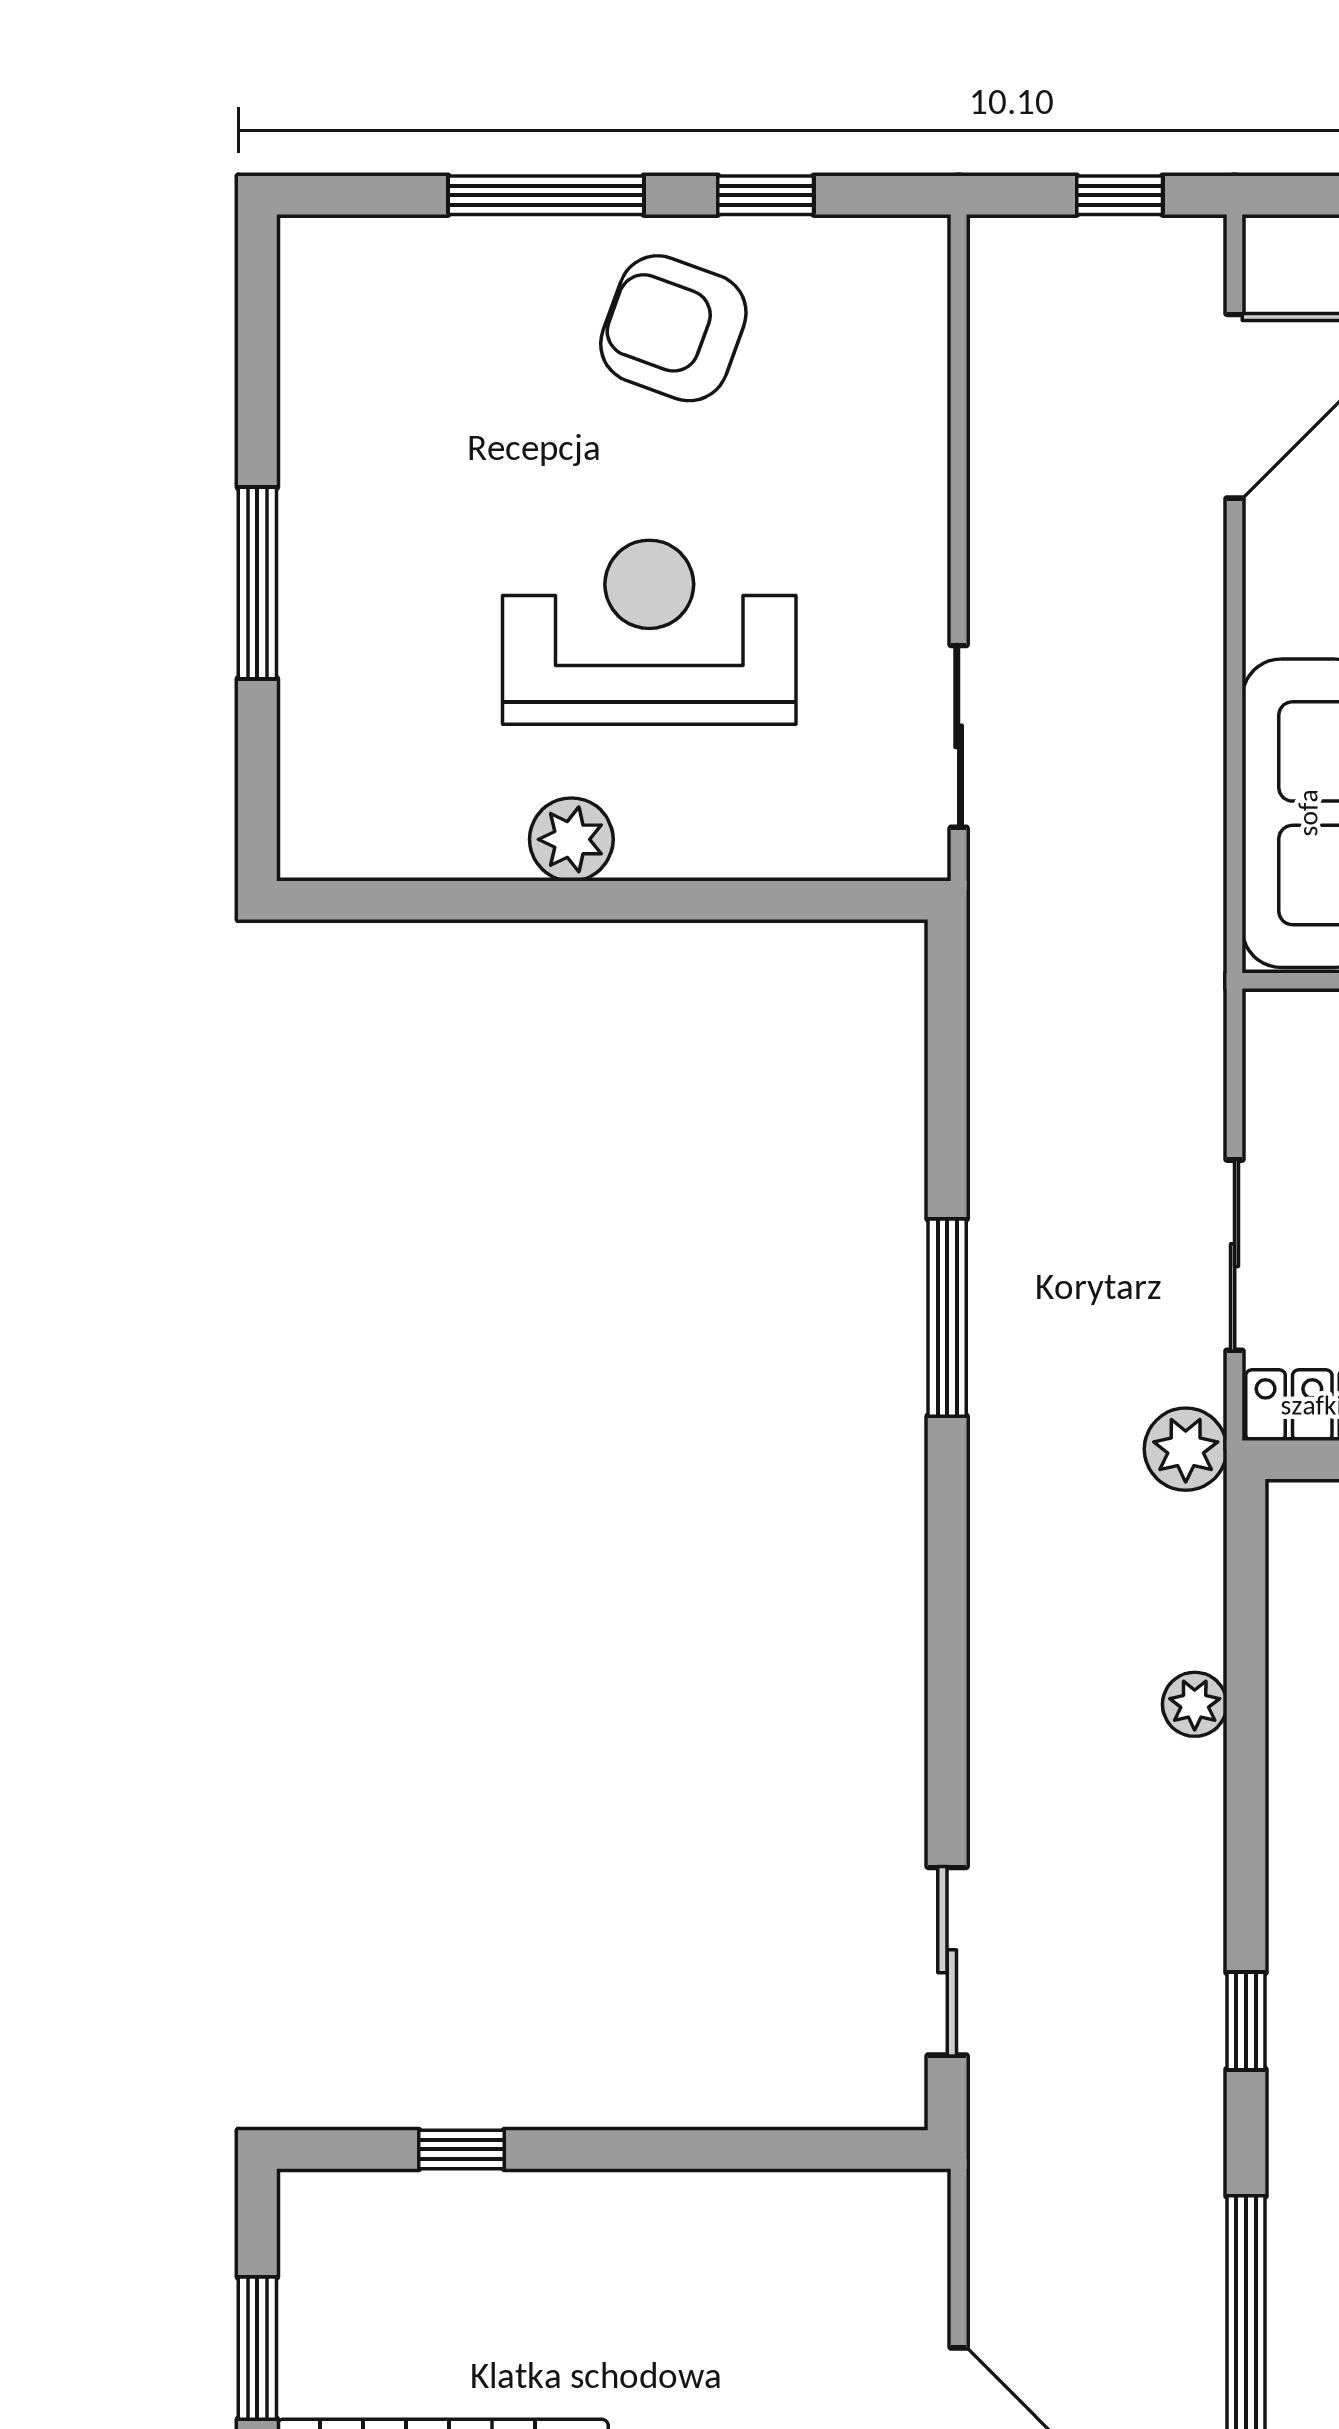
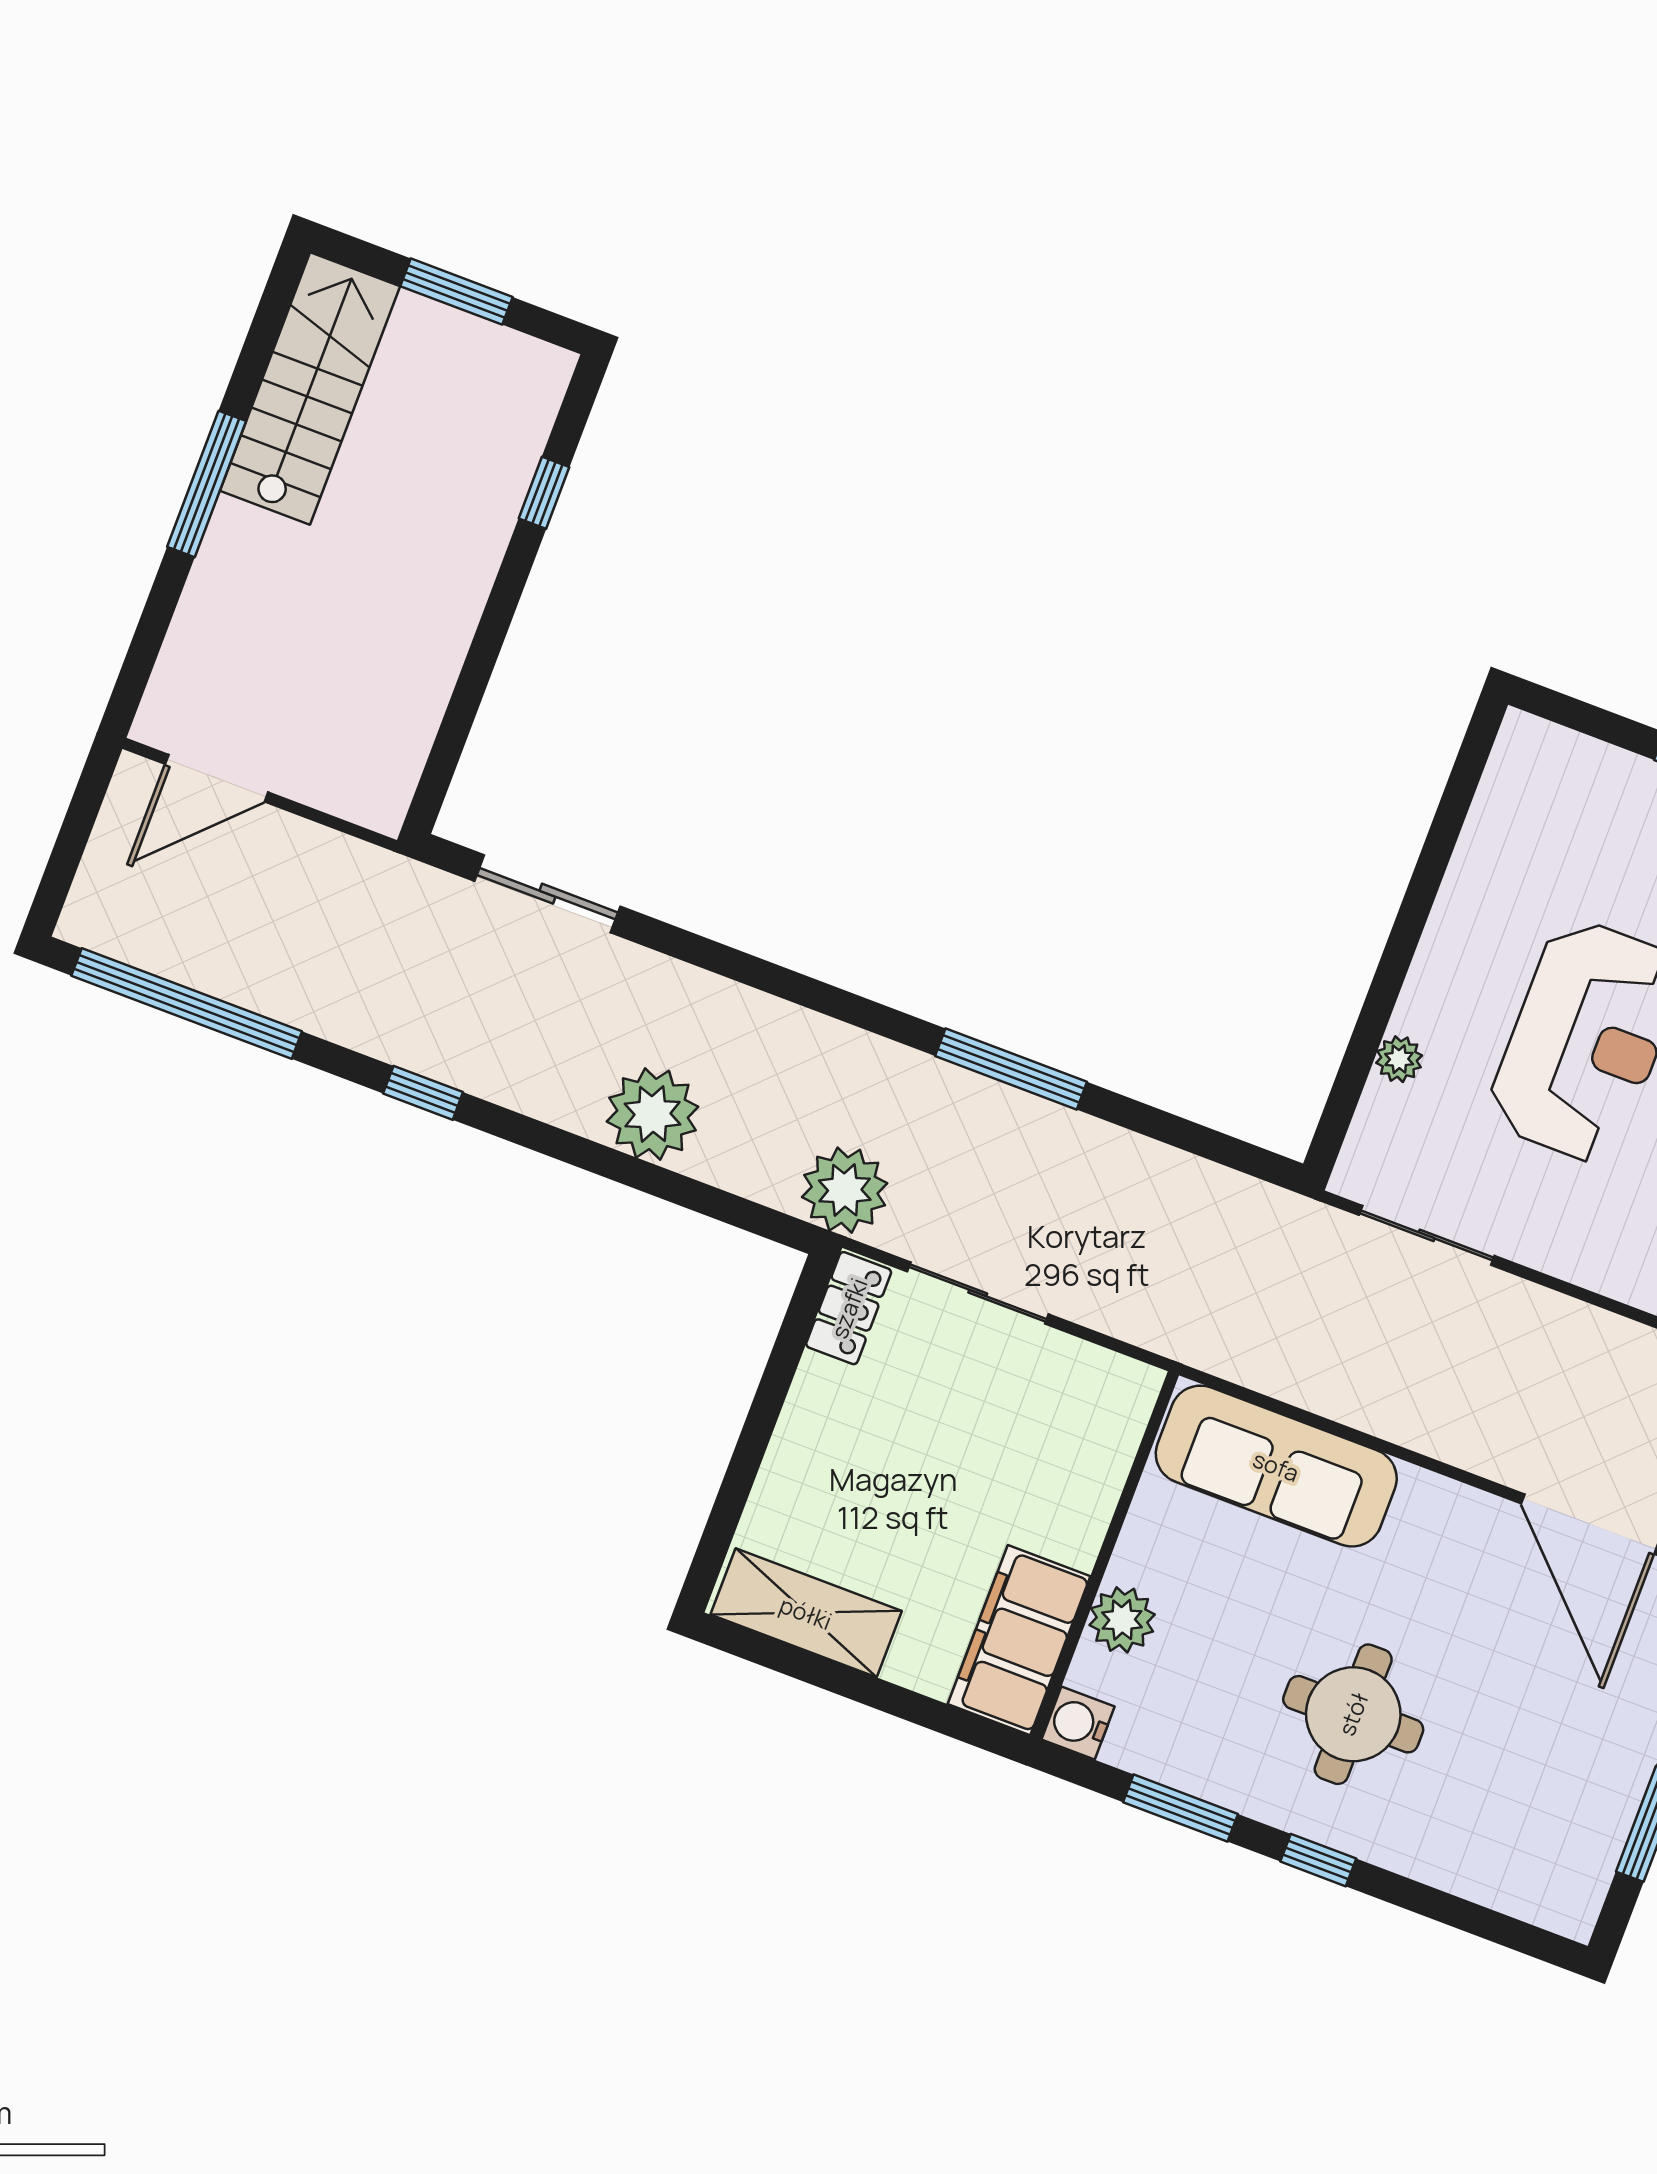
plant: (571, 839) -> (1399, 1059), moved, width x0.73, depth x0.73
plant: (1186, 1449) -> (845, 1190), width x1.36, depth x1.36
plant: (1195, 1704) -> (653, 1114), width x1.88, depth x1.88

